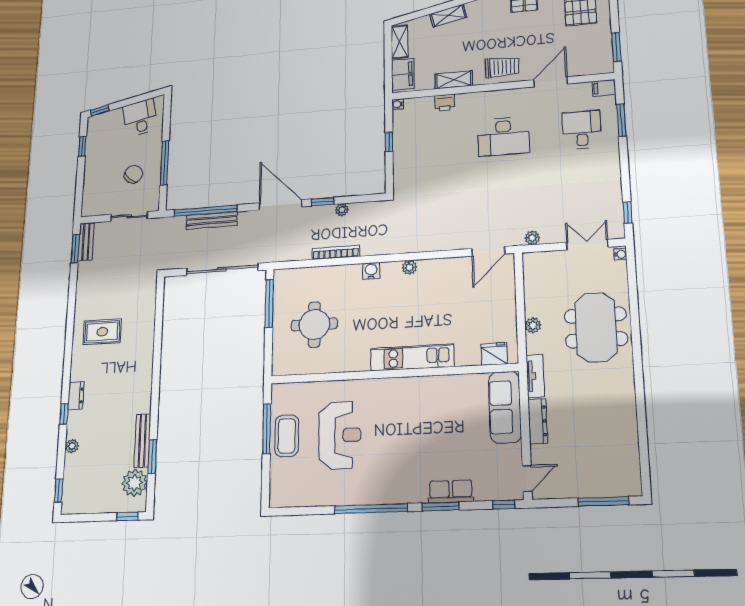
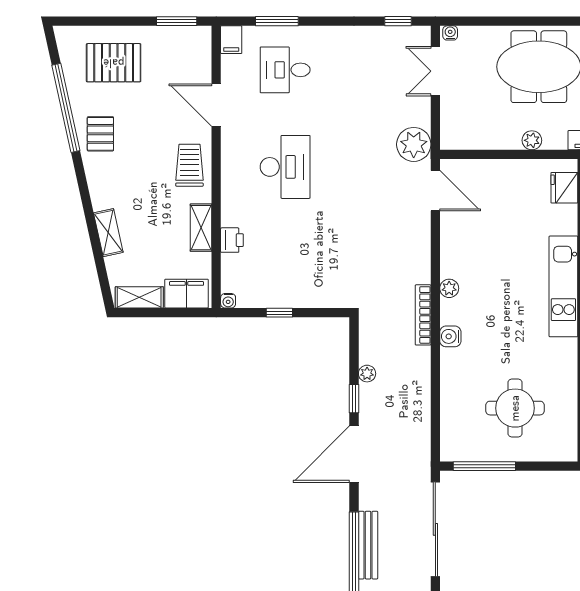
plant: (532, 238) -> (414, 144), width x1.88, depth x1.88
bookcase: (336, 252) -> (423, 315), moved

